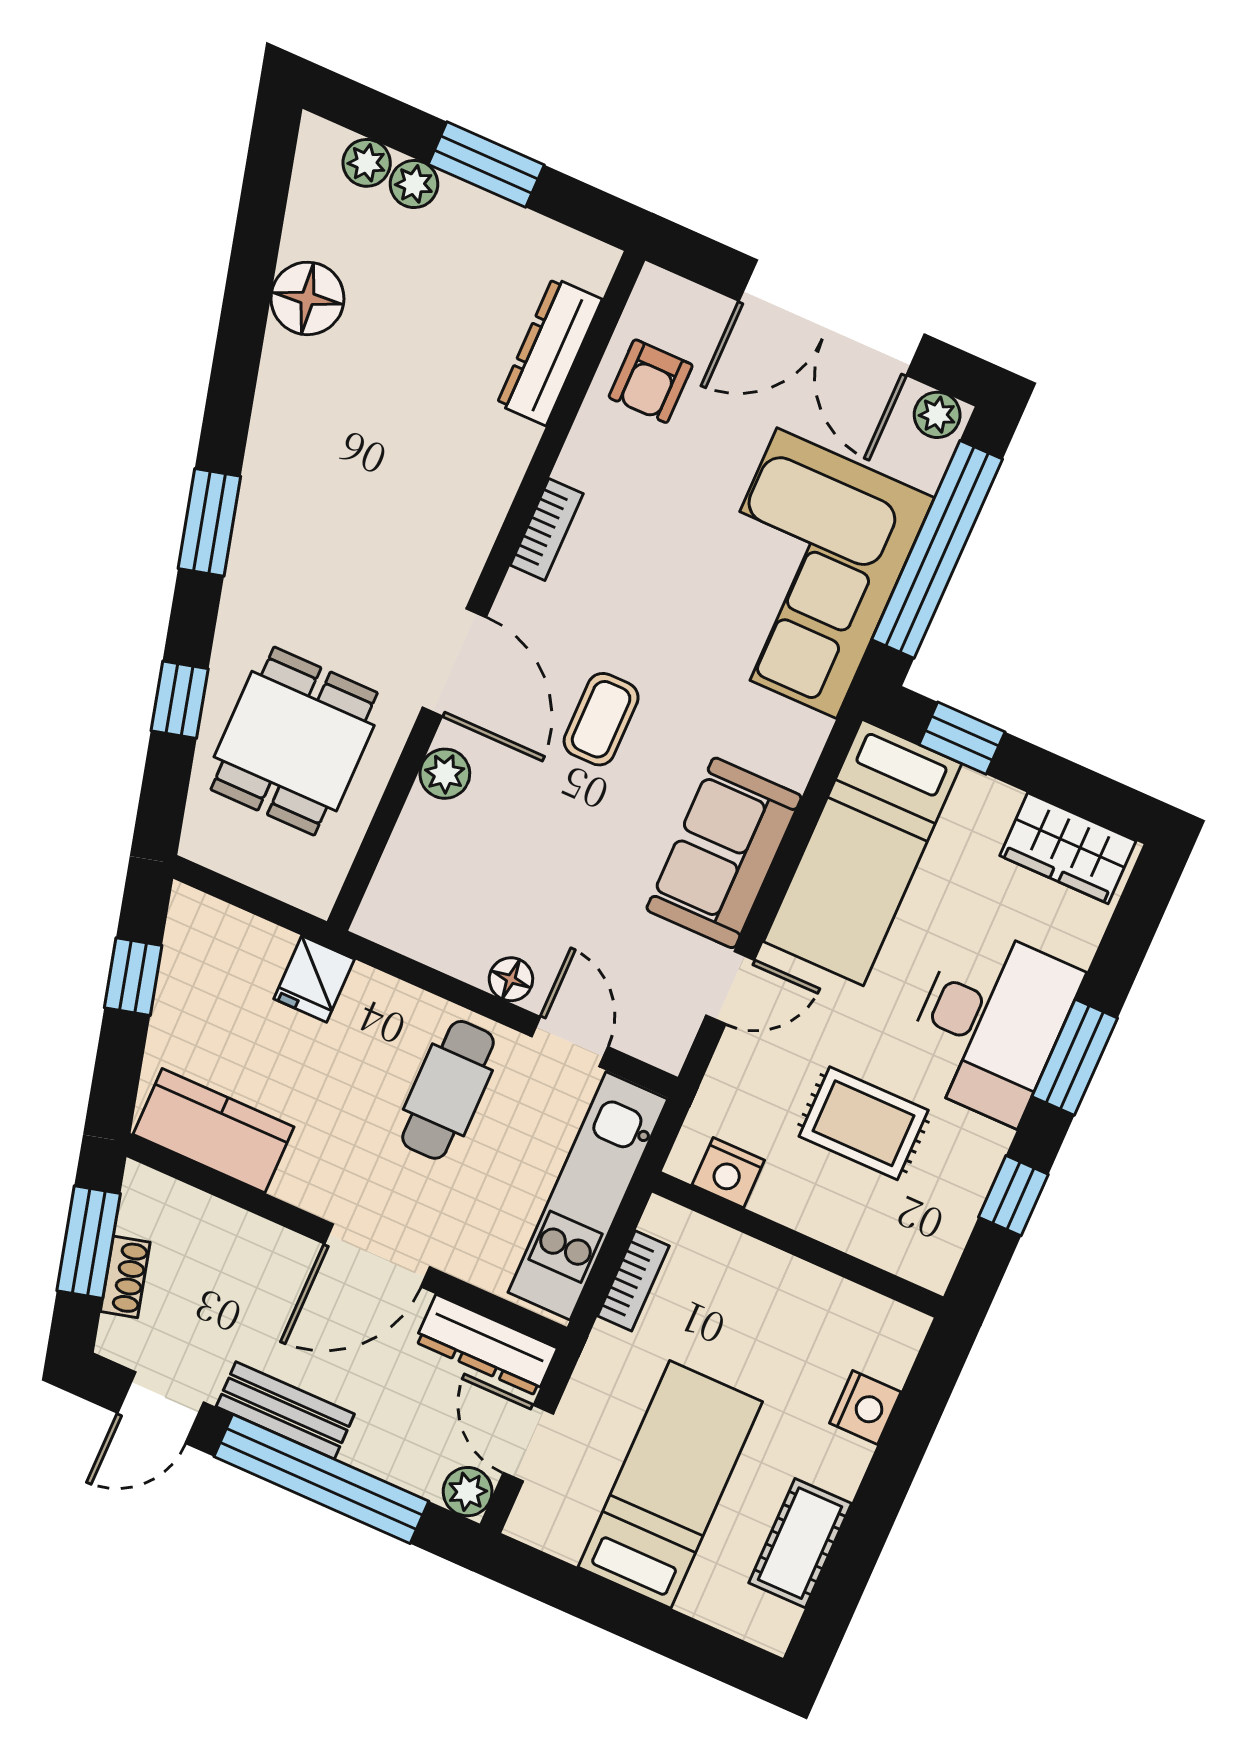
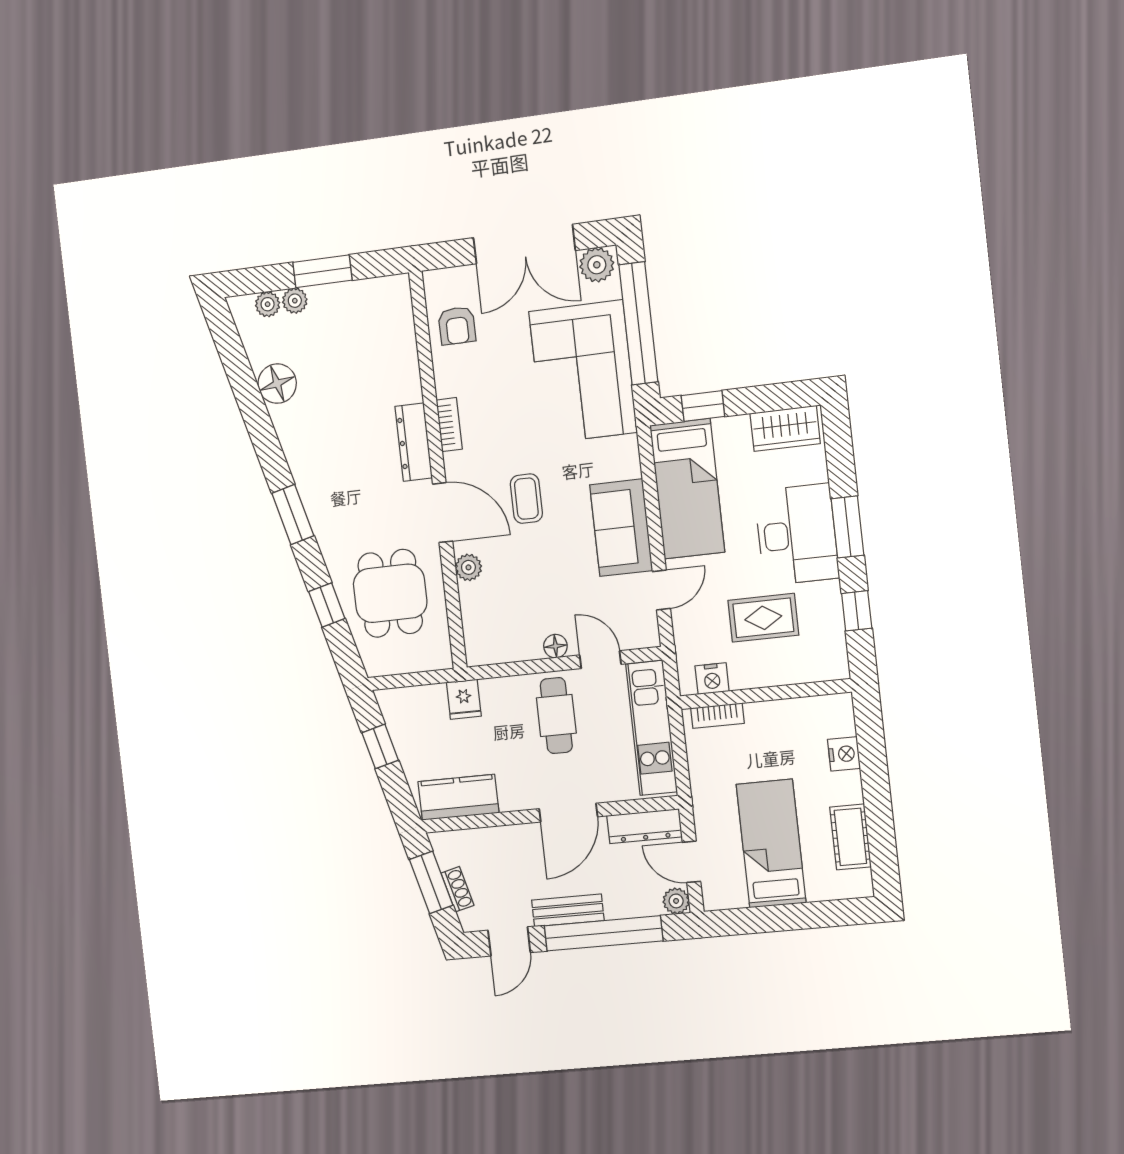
dresser: (550, 352) -> (414, 442), moved
plant: (937, 415) -> (597, 265), width x1.38, depth x1.38
bookcase: (633, 1281) -> (717, 716), moved, turned 90

